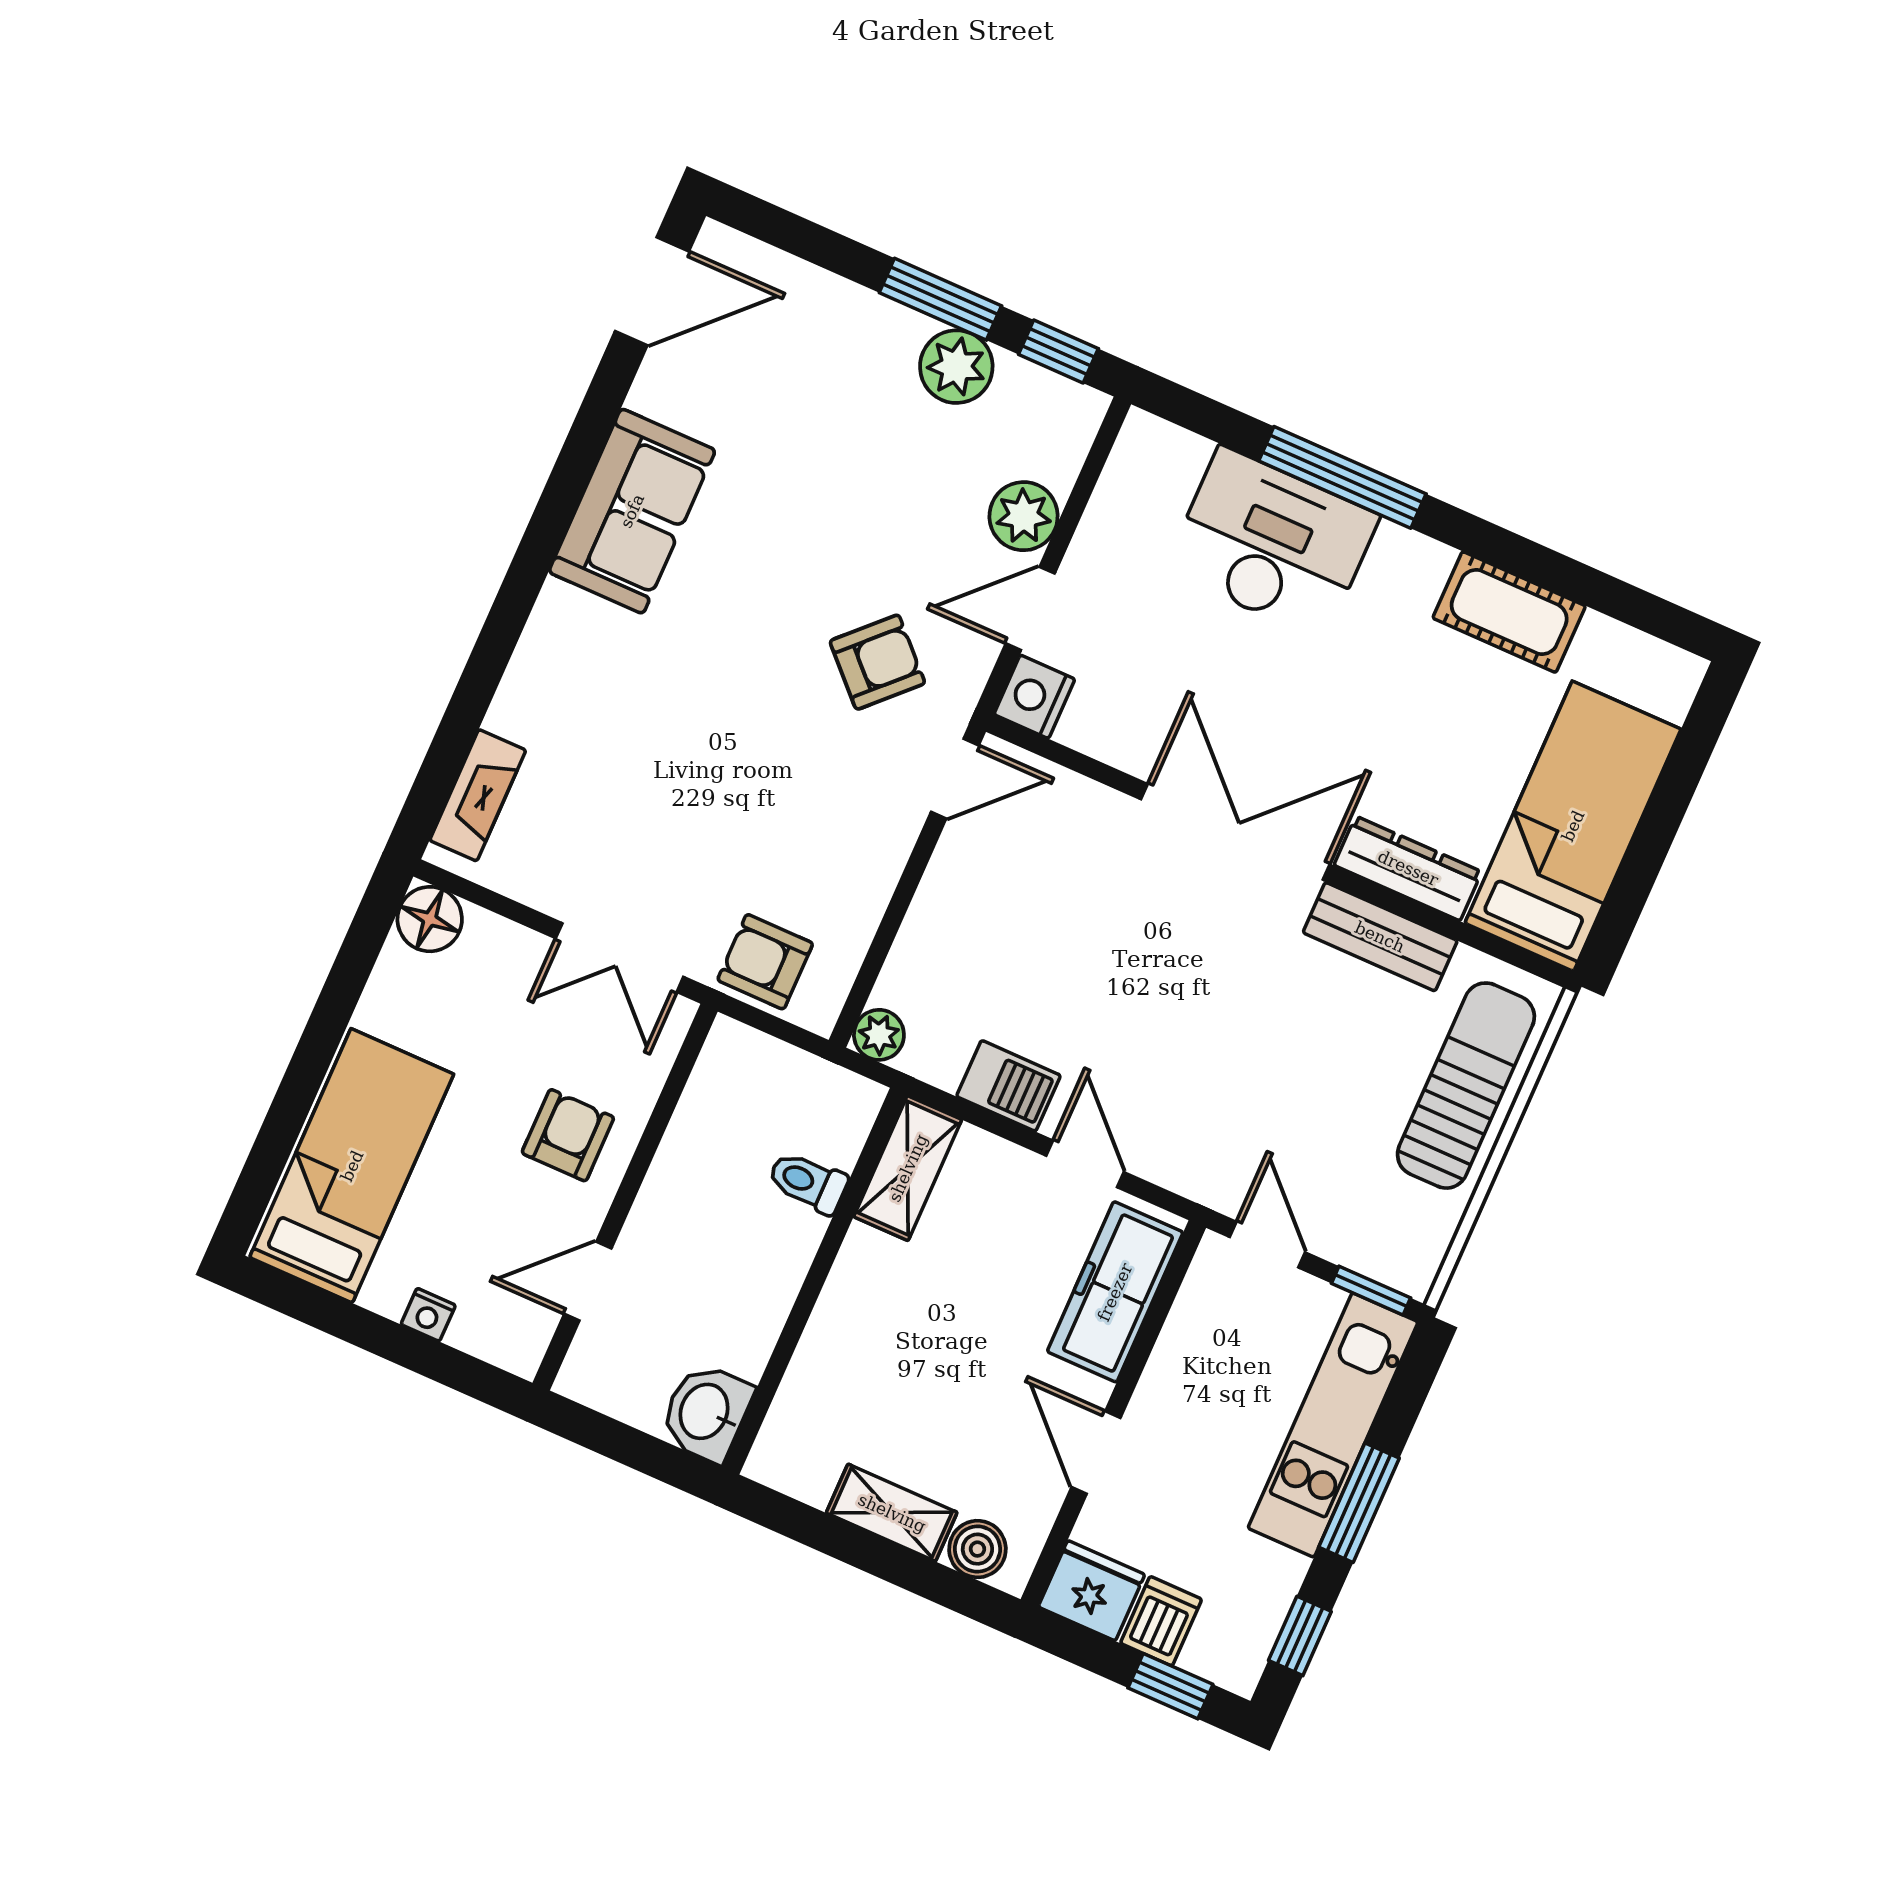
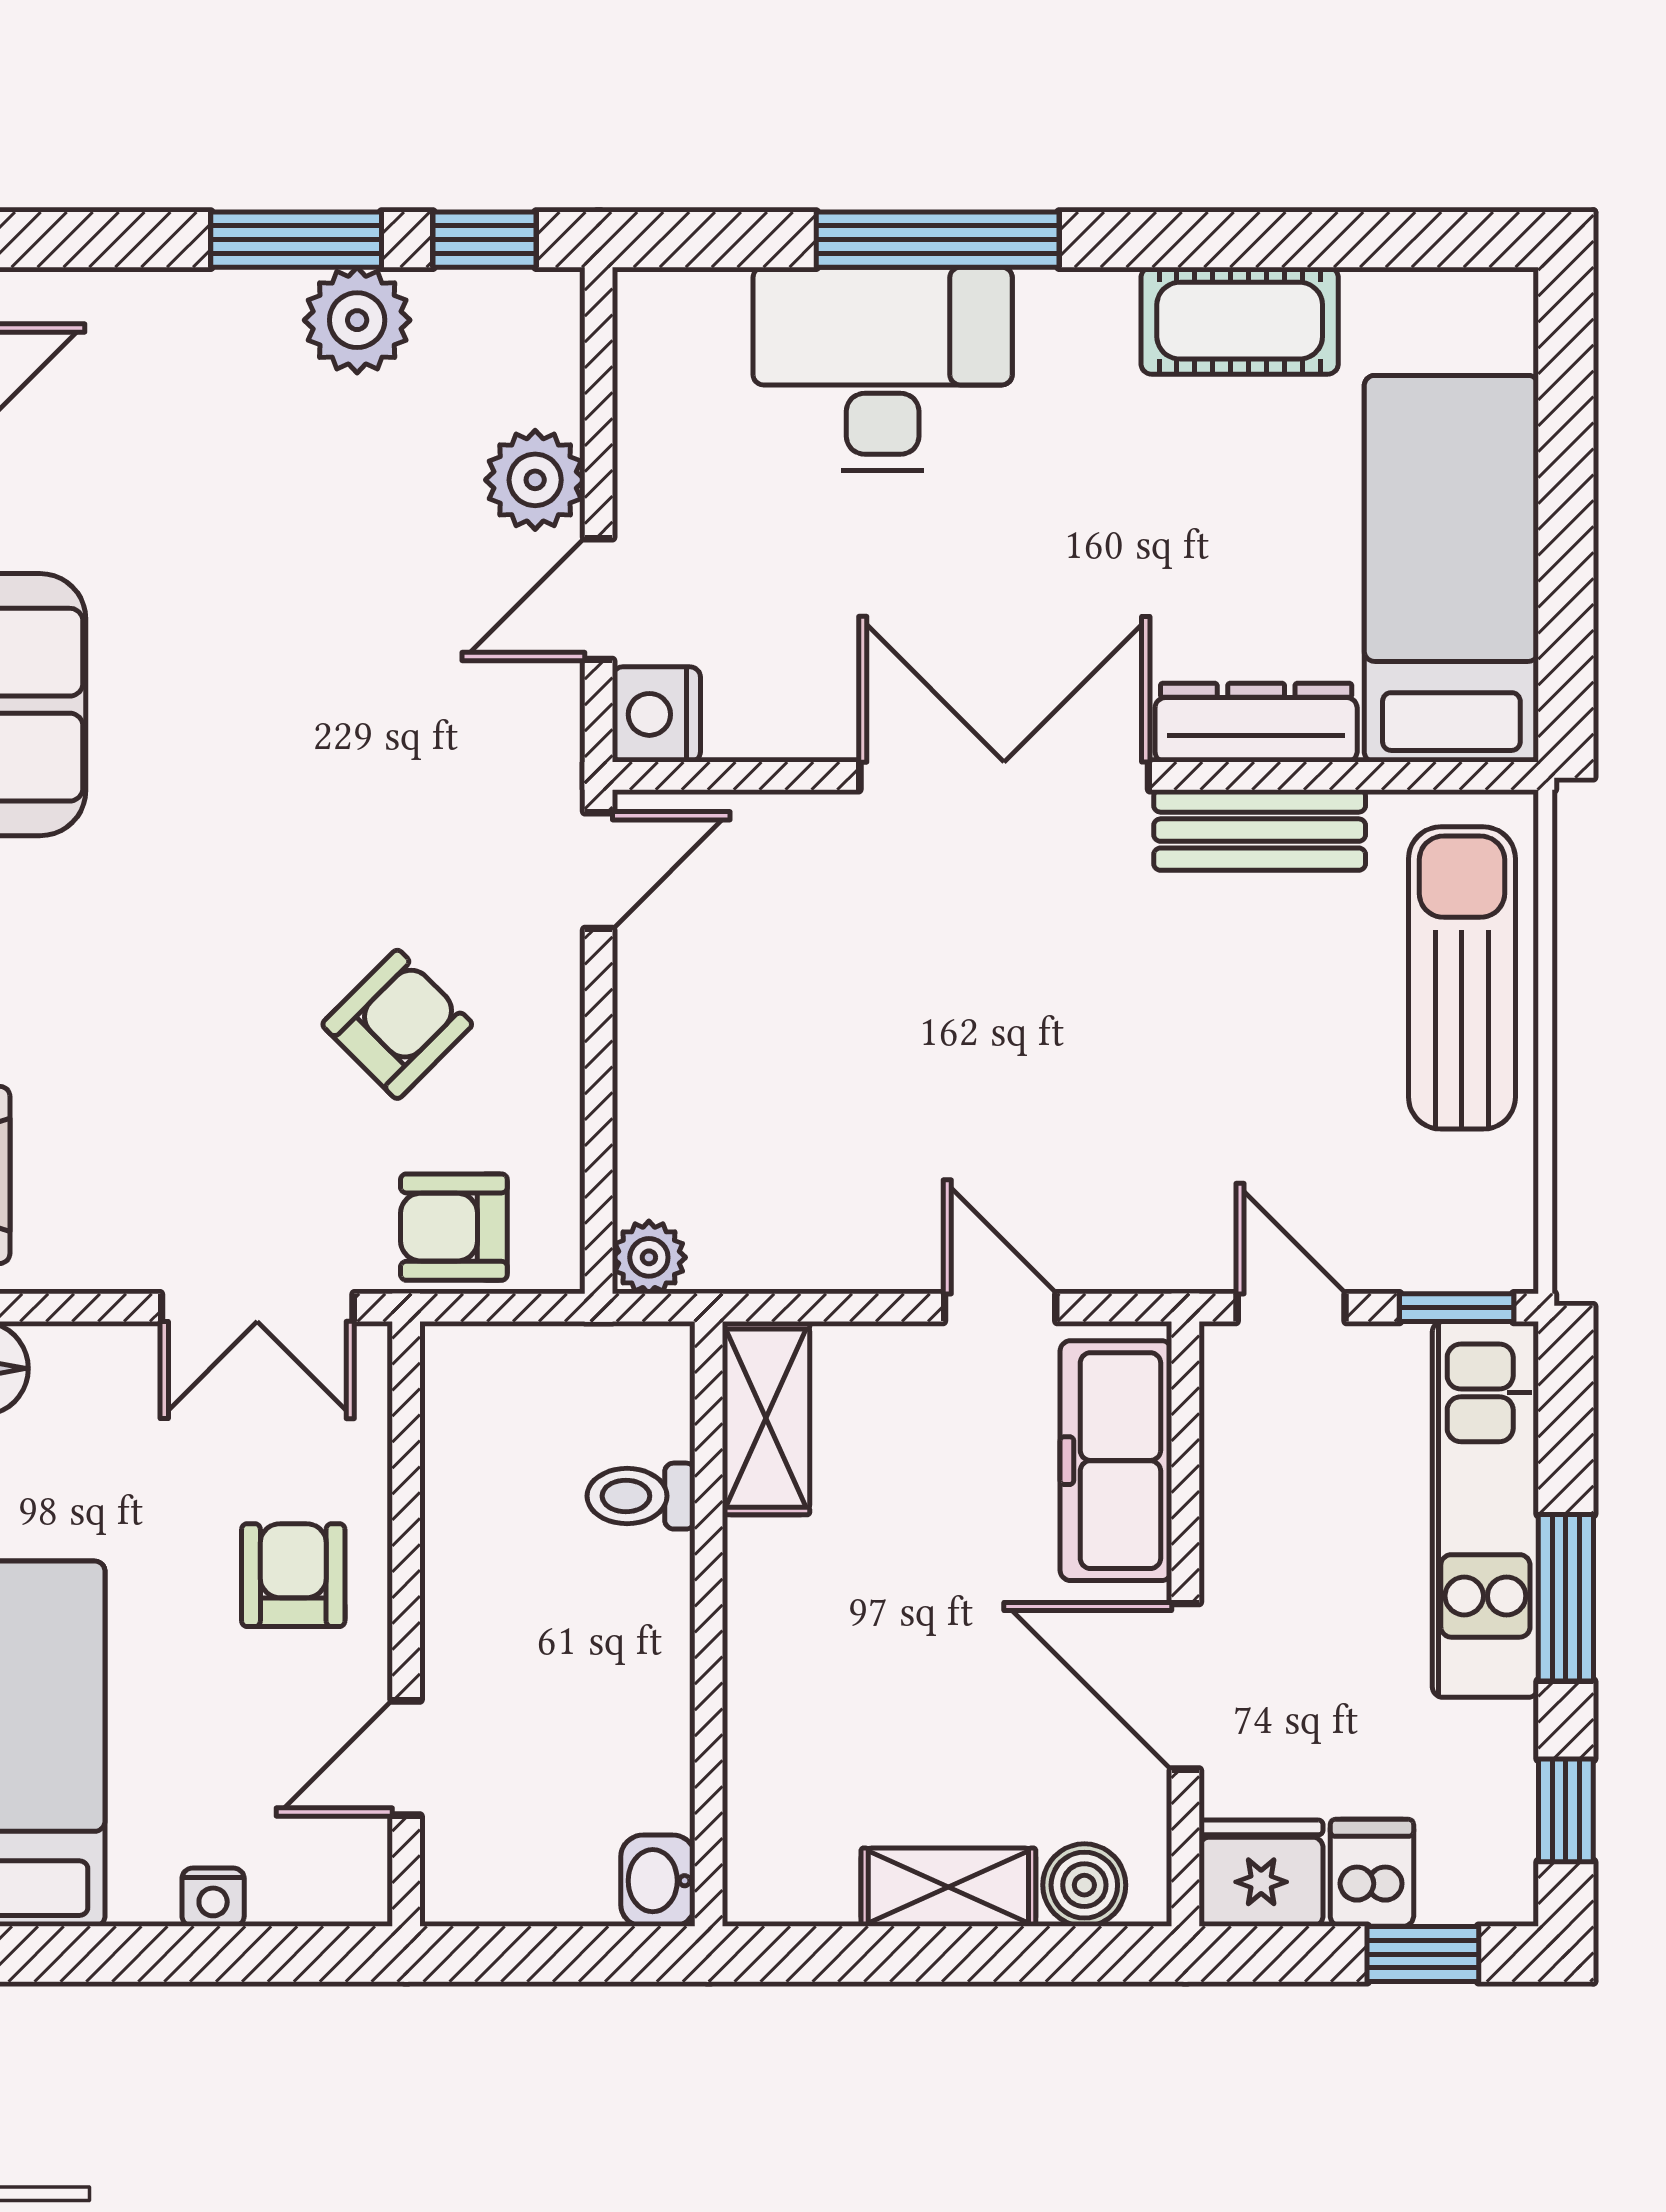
armchair: (877, 662) -> (397, 1024), moved
barbecue: (1008, 1086) -> (852, 1249), removed
washbasin: (706, 1412) -> (658, 1881), width x0.72, depth x0.69
door: (1096, 1452) -> (1185, 1686), width x1.38

